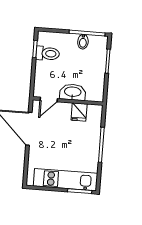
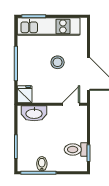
washbasin: (73, 92) -> (34, 113), moved
fridge: (79, 112) -> (25, 94), moved
stool: (59, 143) -> (58, 62), added

